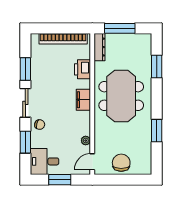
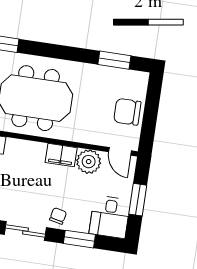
filing cabinet: (83, 100) -> (61, 155), moved
window: (157, 131) -> (114, 60), moved
plant: (86, 141) -> (89, 162), width x1.88, depth x1.88

